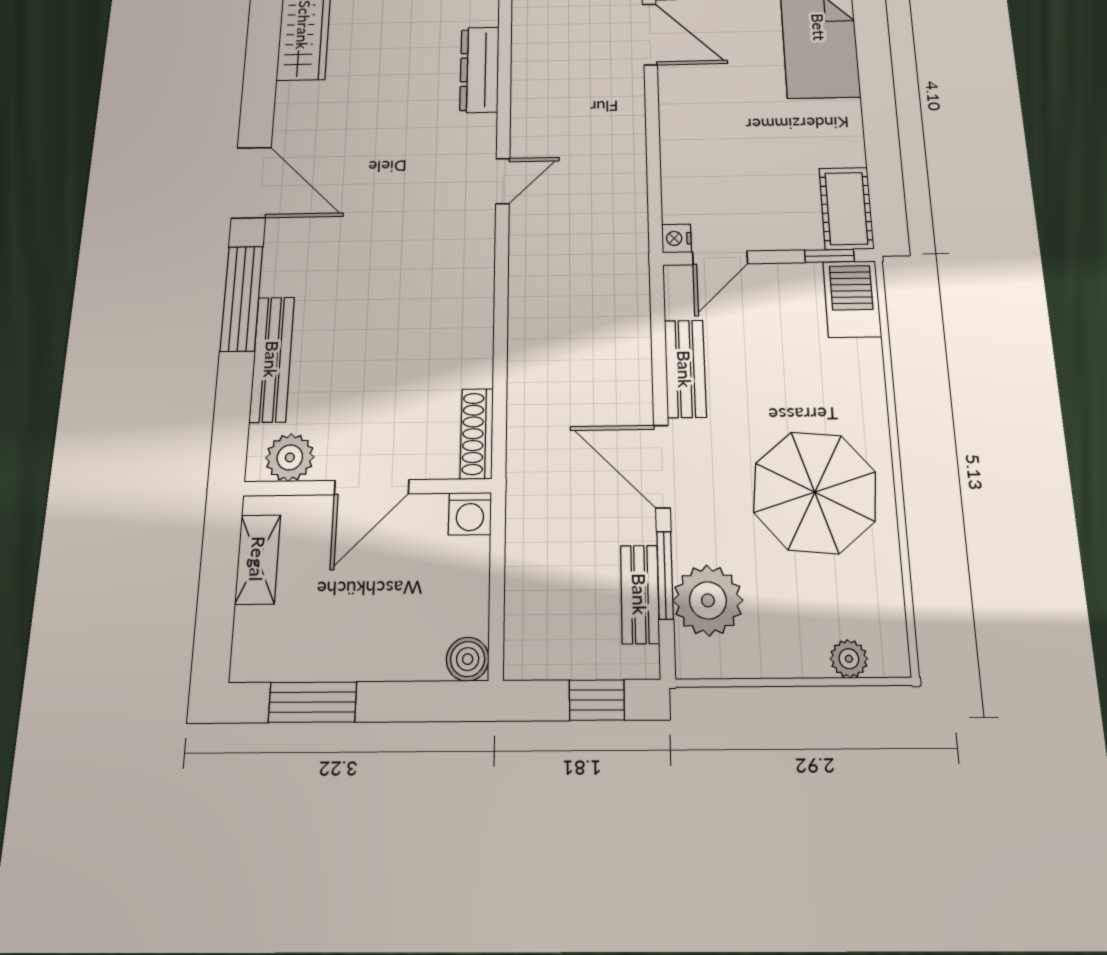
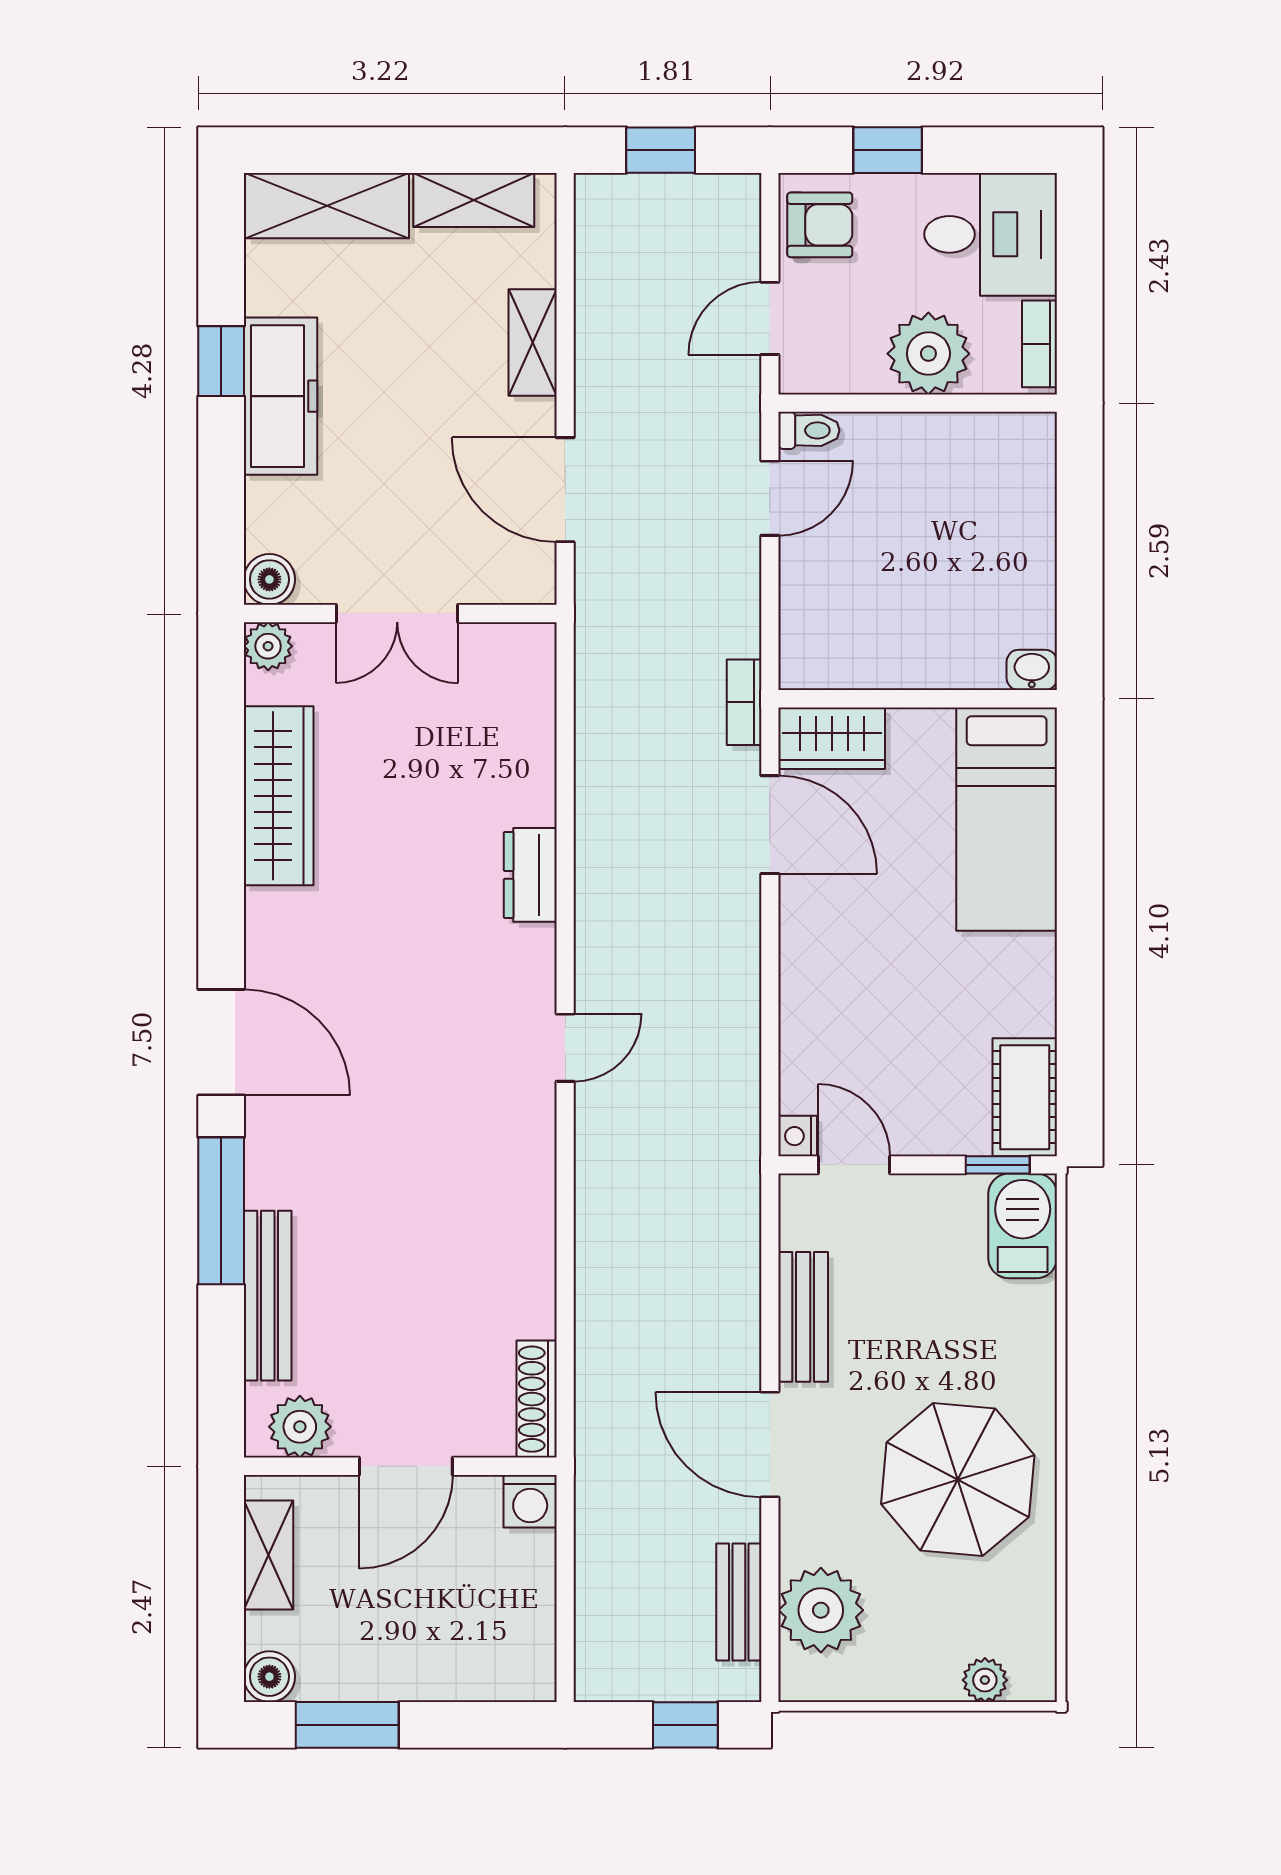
dresser: (479, 70) -> (530, 875), width x0.70
door: (720, 258) -> (854, 1165), swing flipped
window: (665, 575) -> (770, 1579), removed
boiler: (468, 659) -> (269, 1677), moved

